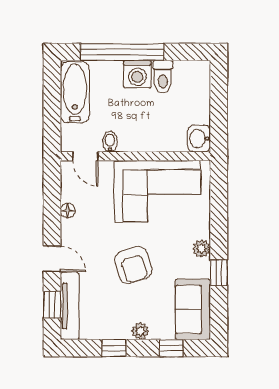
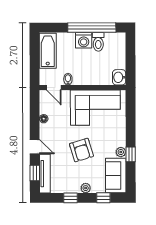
window: (122, 52) -> (92, 28), moved
plant: (202, 249) -> (121, 152), moved

